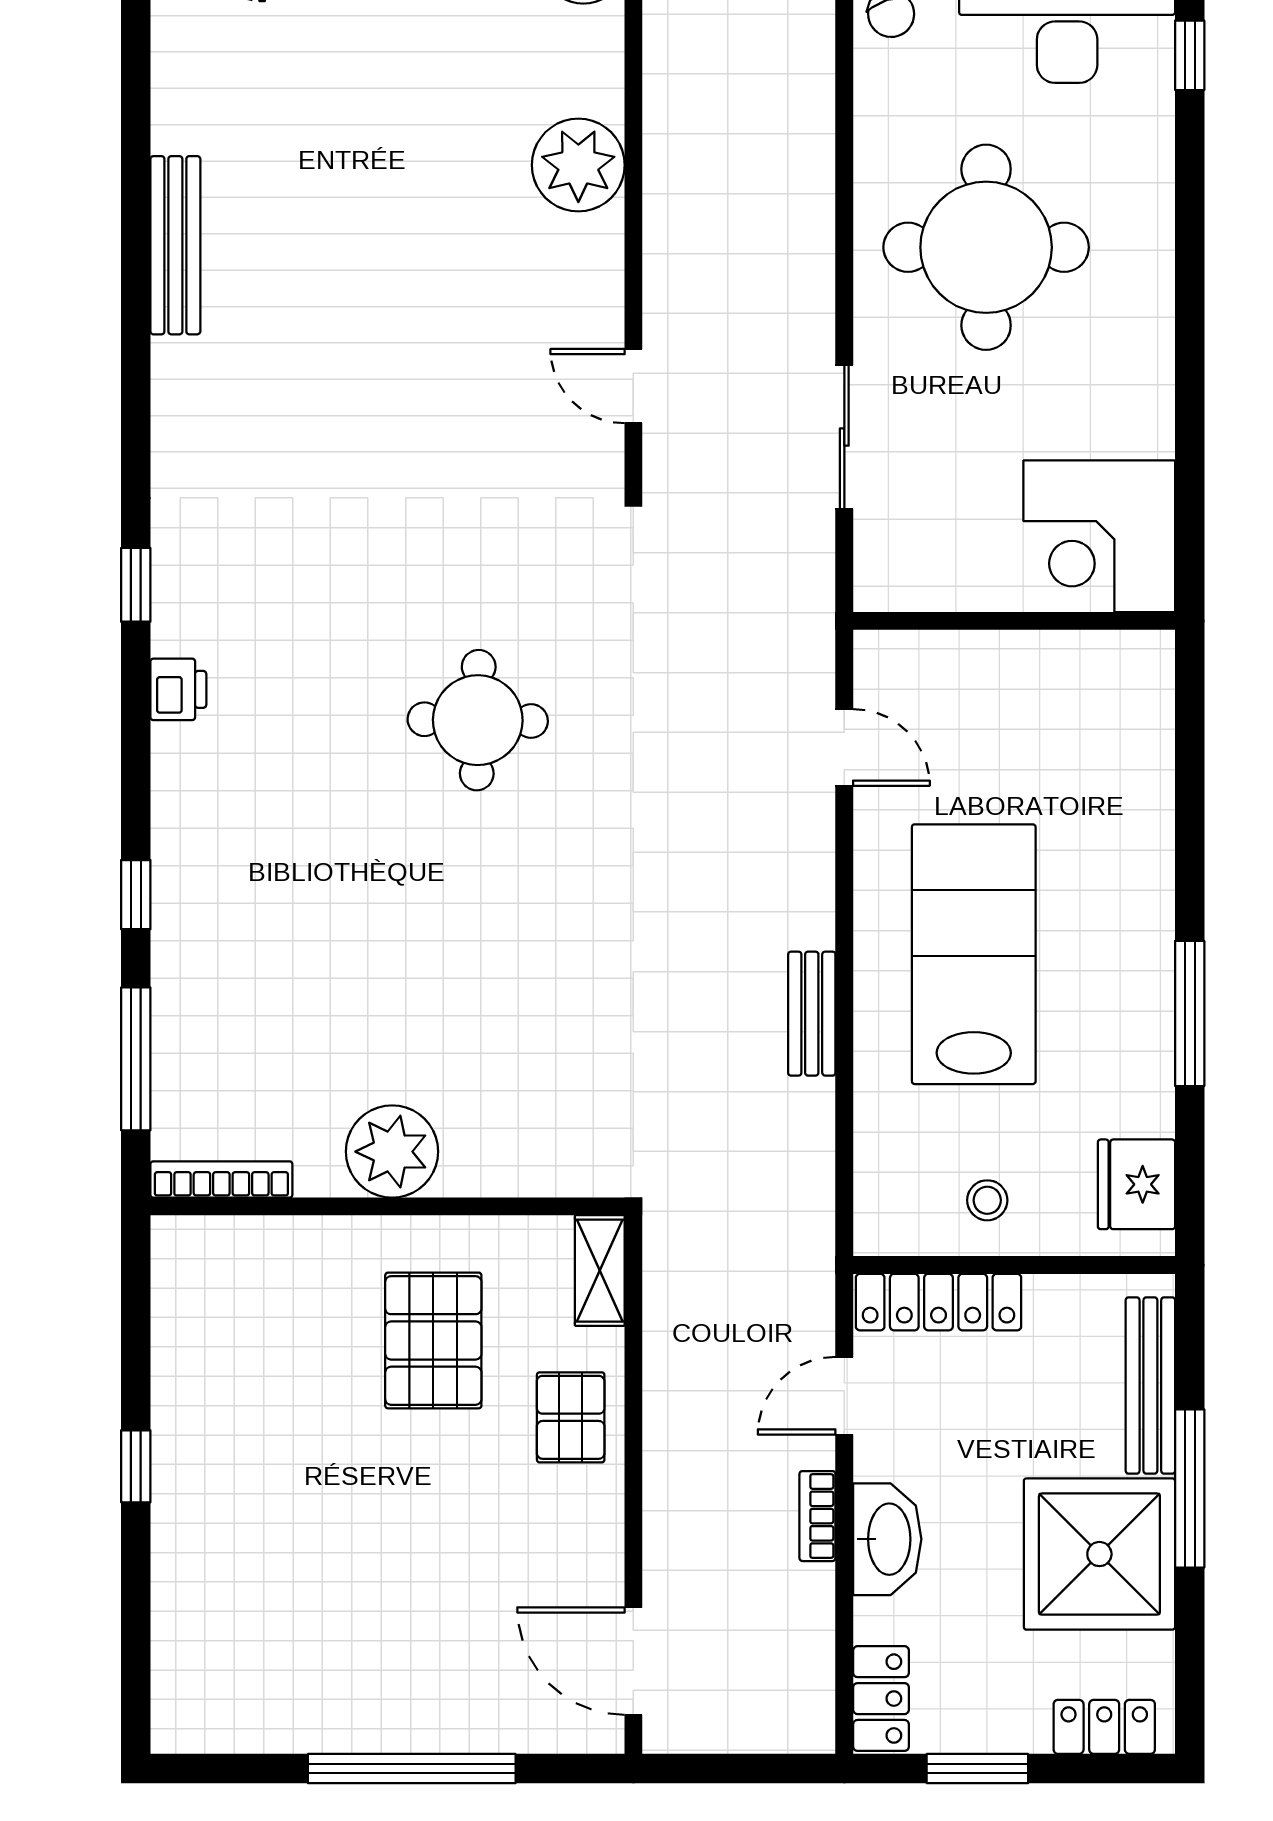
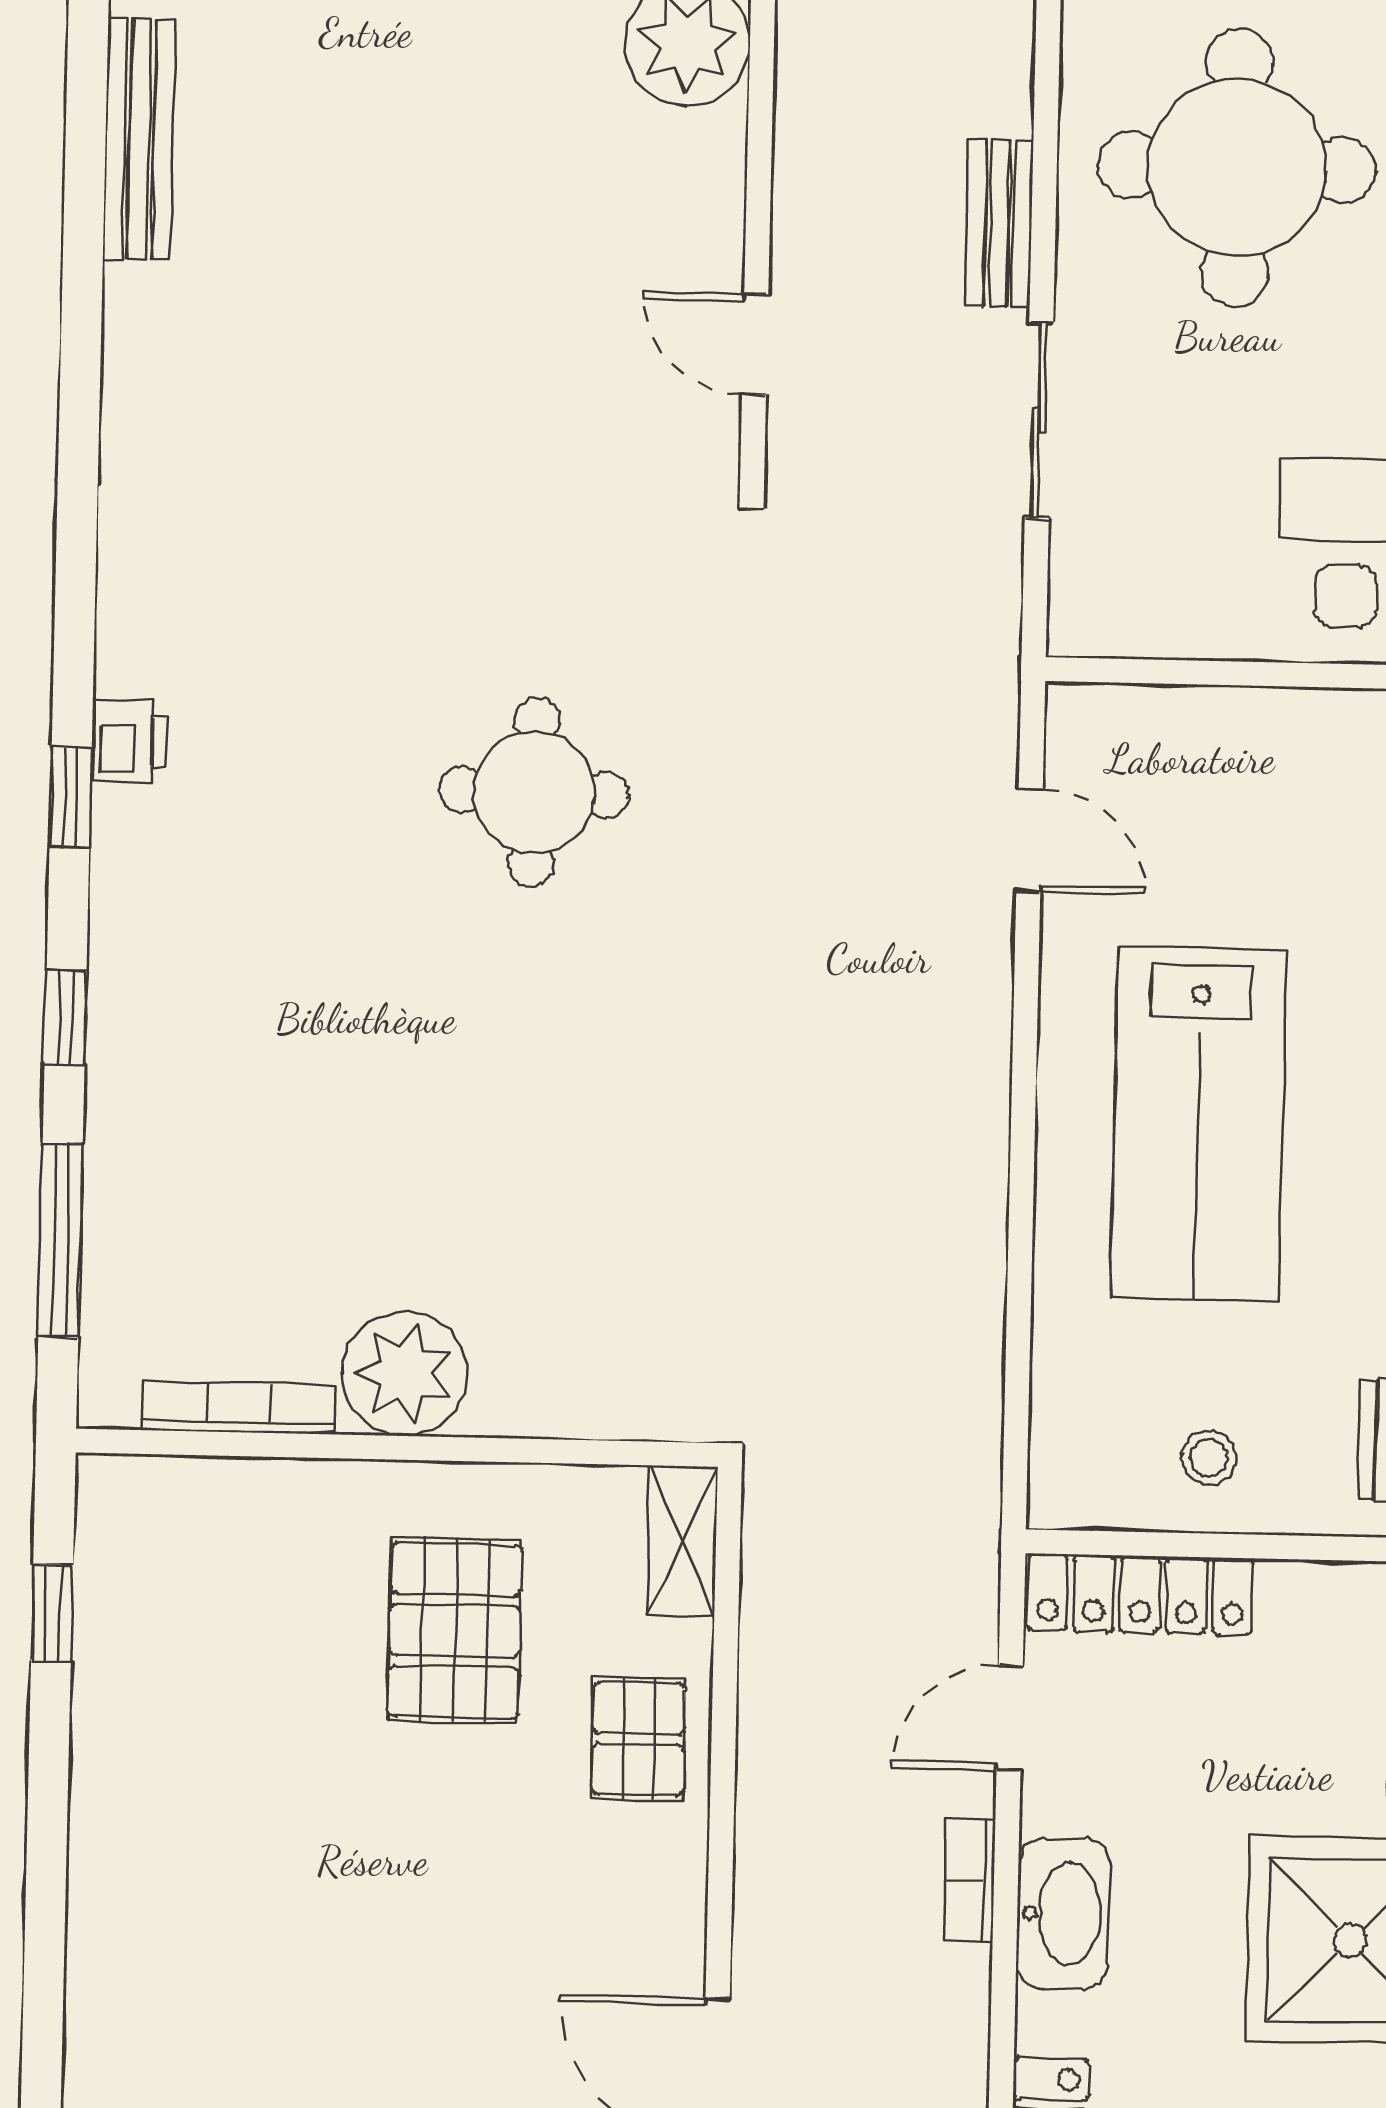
window: (136, 585) -> (71, 797), moved
lab bench: (974, 954) -> (1198, 1124), turned 180
bench: (812, 1014) -> (1000, 224), moved
bookcase: (221, 1179) -> (239, 1408), moved
window: (136, 1466) -> (52, 1613), moved

